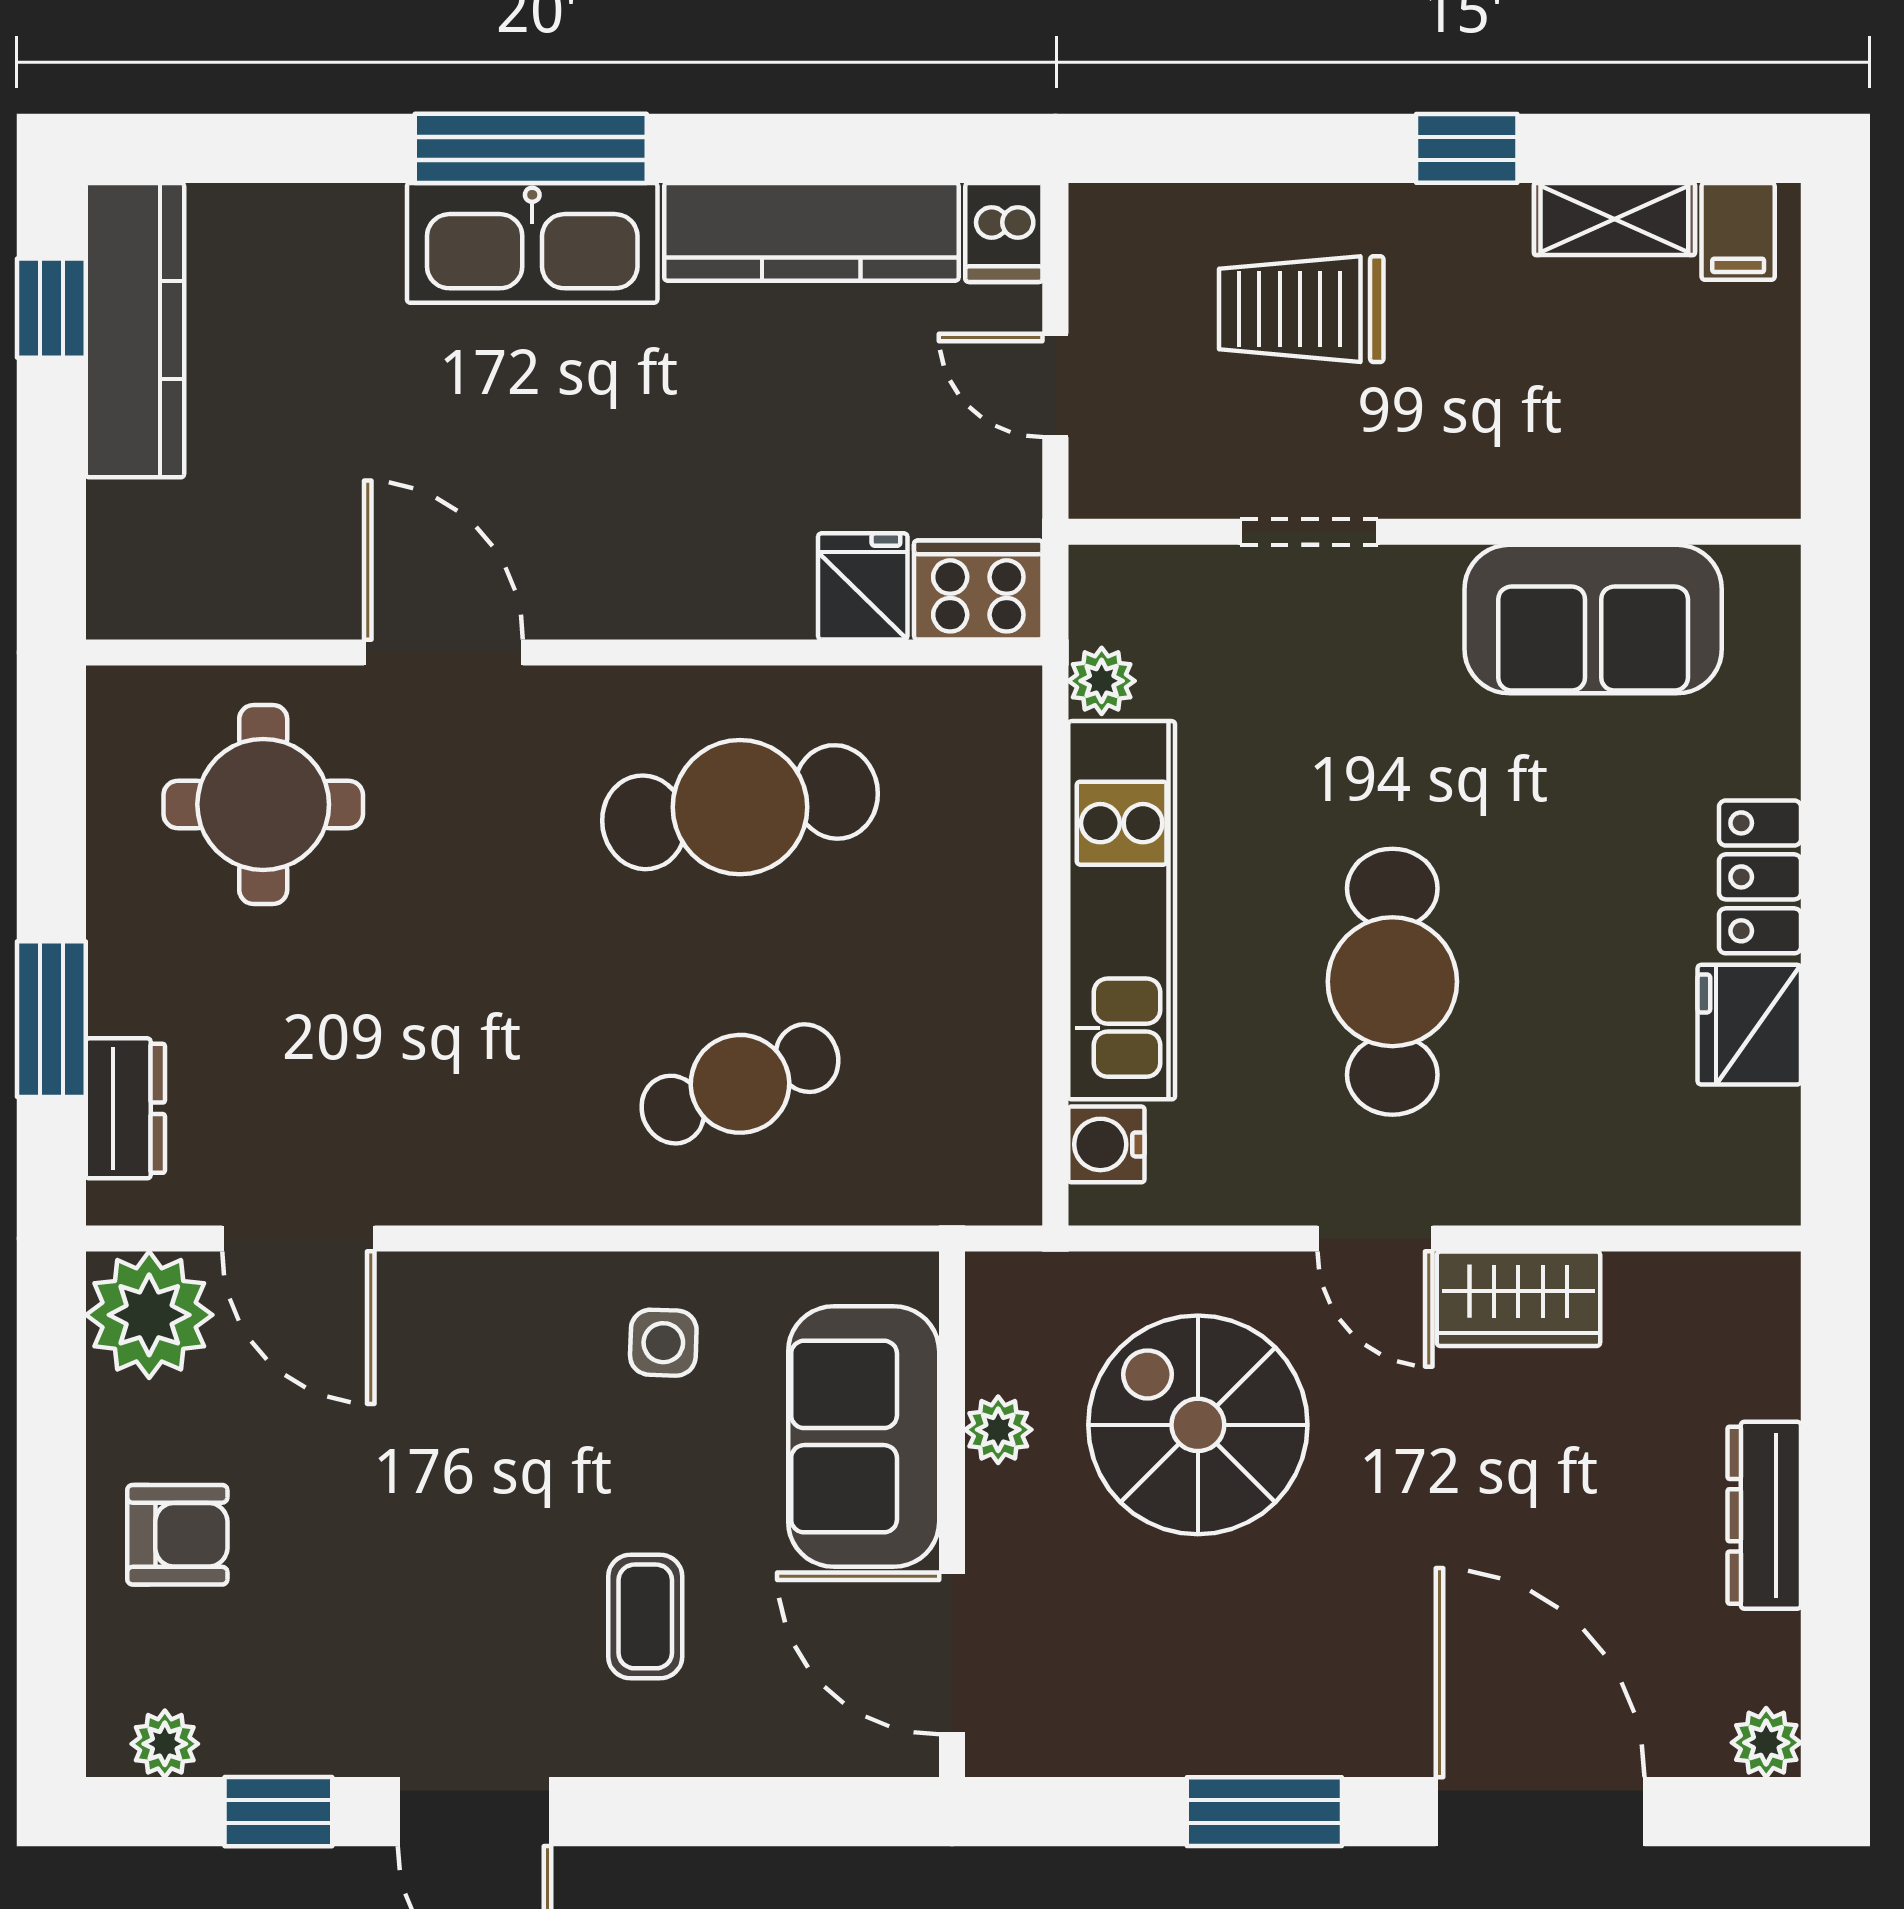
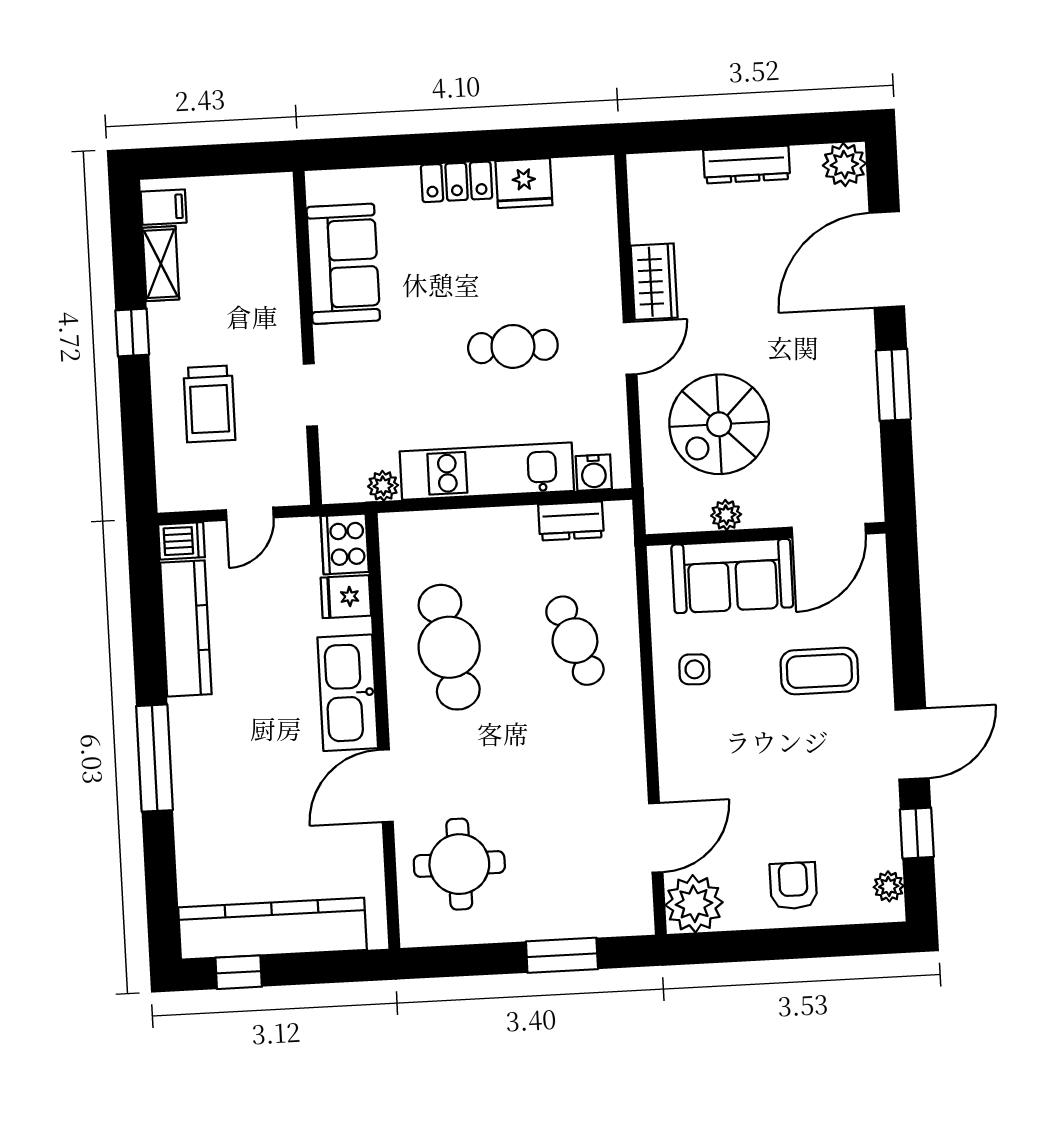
kitchen sink: (532, 243) -> (348, 693), moved, turned 180
kitchen counter: (135, 330) -> (272, 929), width x1.39, depth x1.17
cafe table: (1392, 982) -> (513, 346), width x0.73, depth x0.74
dresser: (125, 1108) -> (571, 521), moved, turned 180
coffee table: (645, 1616) -> (819, 671), width x1.36, depth x1.30
plant: (1766, 1743) -> (844, 165), width x1.38, depth x1.38

